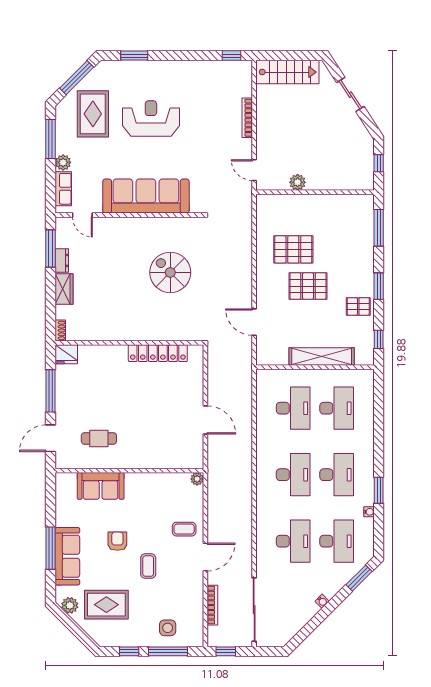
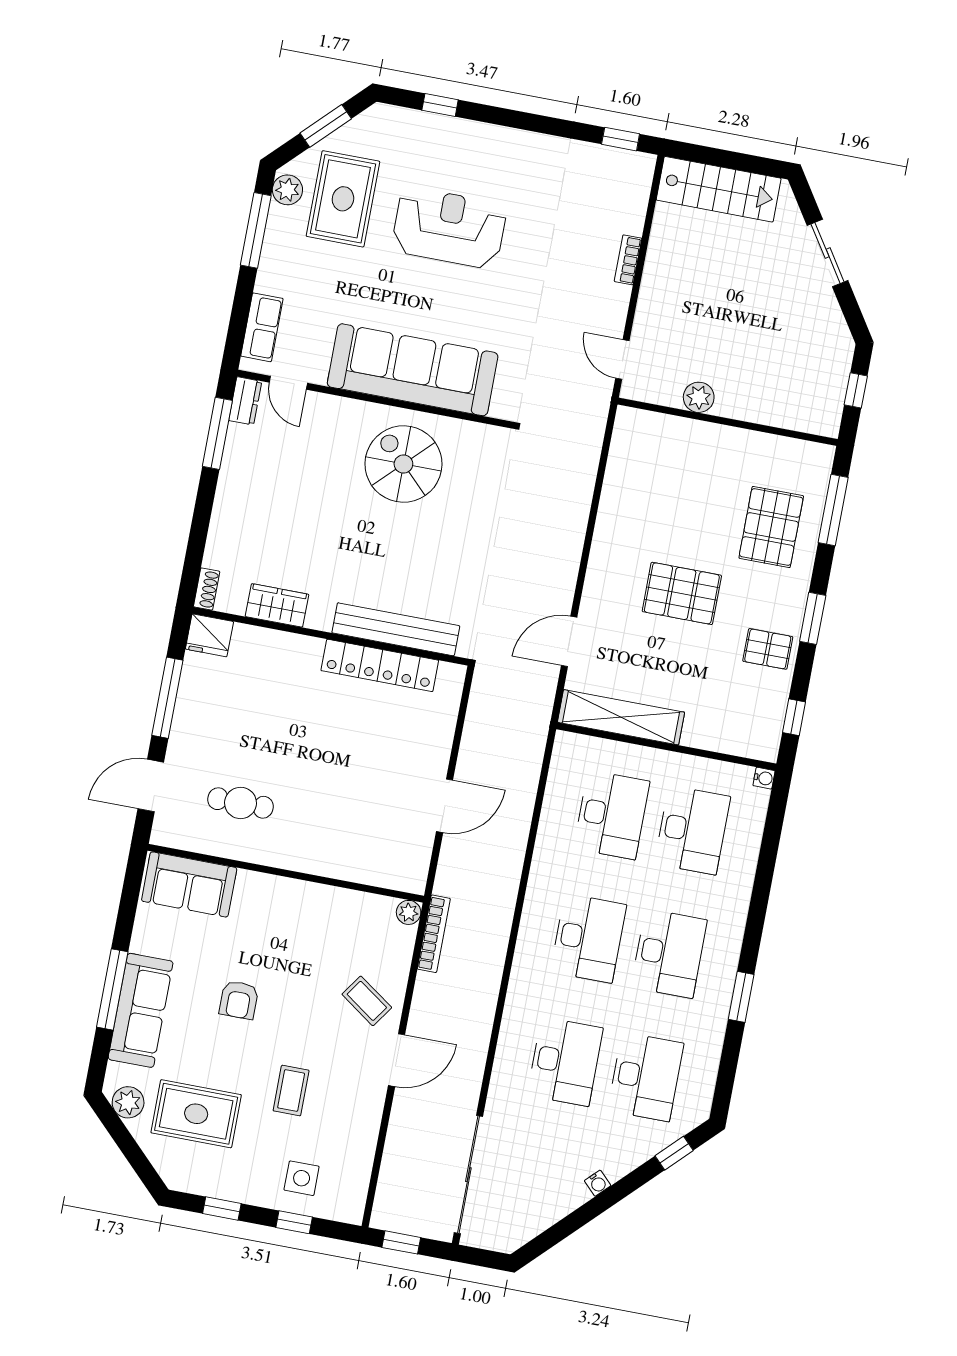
window: (134, 56) -> (440, 105), width x0.67
window: (77, 78) -> (326, 126), width x0.69
bookcase: (247, 118) -> (628, 260), width x0.64
plant: (63, 162) -> (287, 190), moved
pallet: (293, 249) -> (771, 527), moved, turned 90
dresser: (62, 260) -> (245, 401), moved
spiral stairs: (170, 272) -> (403, 464), moved
wardrobe: (64, 289) -> (277, 605), moved, turned -90
door: (254, 322) -> (569, 641), hinge flipped
bench: (163, 333) -> (396, 629), added
shelving: (322, 356) -> (621, 717), moved
door: (205, 420) -> (445, 806), hinge flipped
sofa: (101, 486) -> (189, 884), moved
water cooler: (369, 512) -> (764, 778), moved
coffee table: (184, 529) -> (367, 1001), turned 35
armchair: (117, 541) -> (239, 1000), turned 180
coffee table: (148, 566) -> (291, 1091), moved
window: (359, 578) -> (674, 1153), width x0.67
bookcase: (212, 605) -> (434, 934), moved
window: (168, 651) -> (294, 1222), width x0.46

